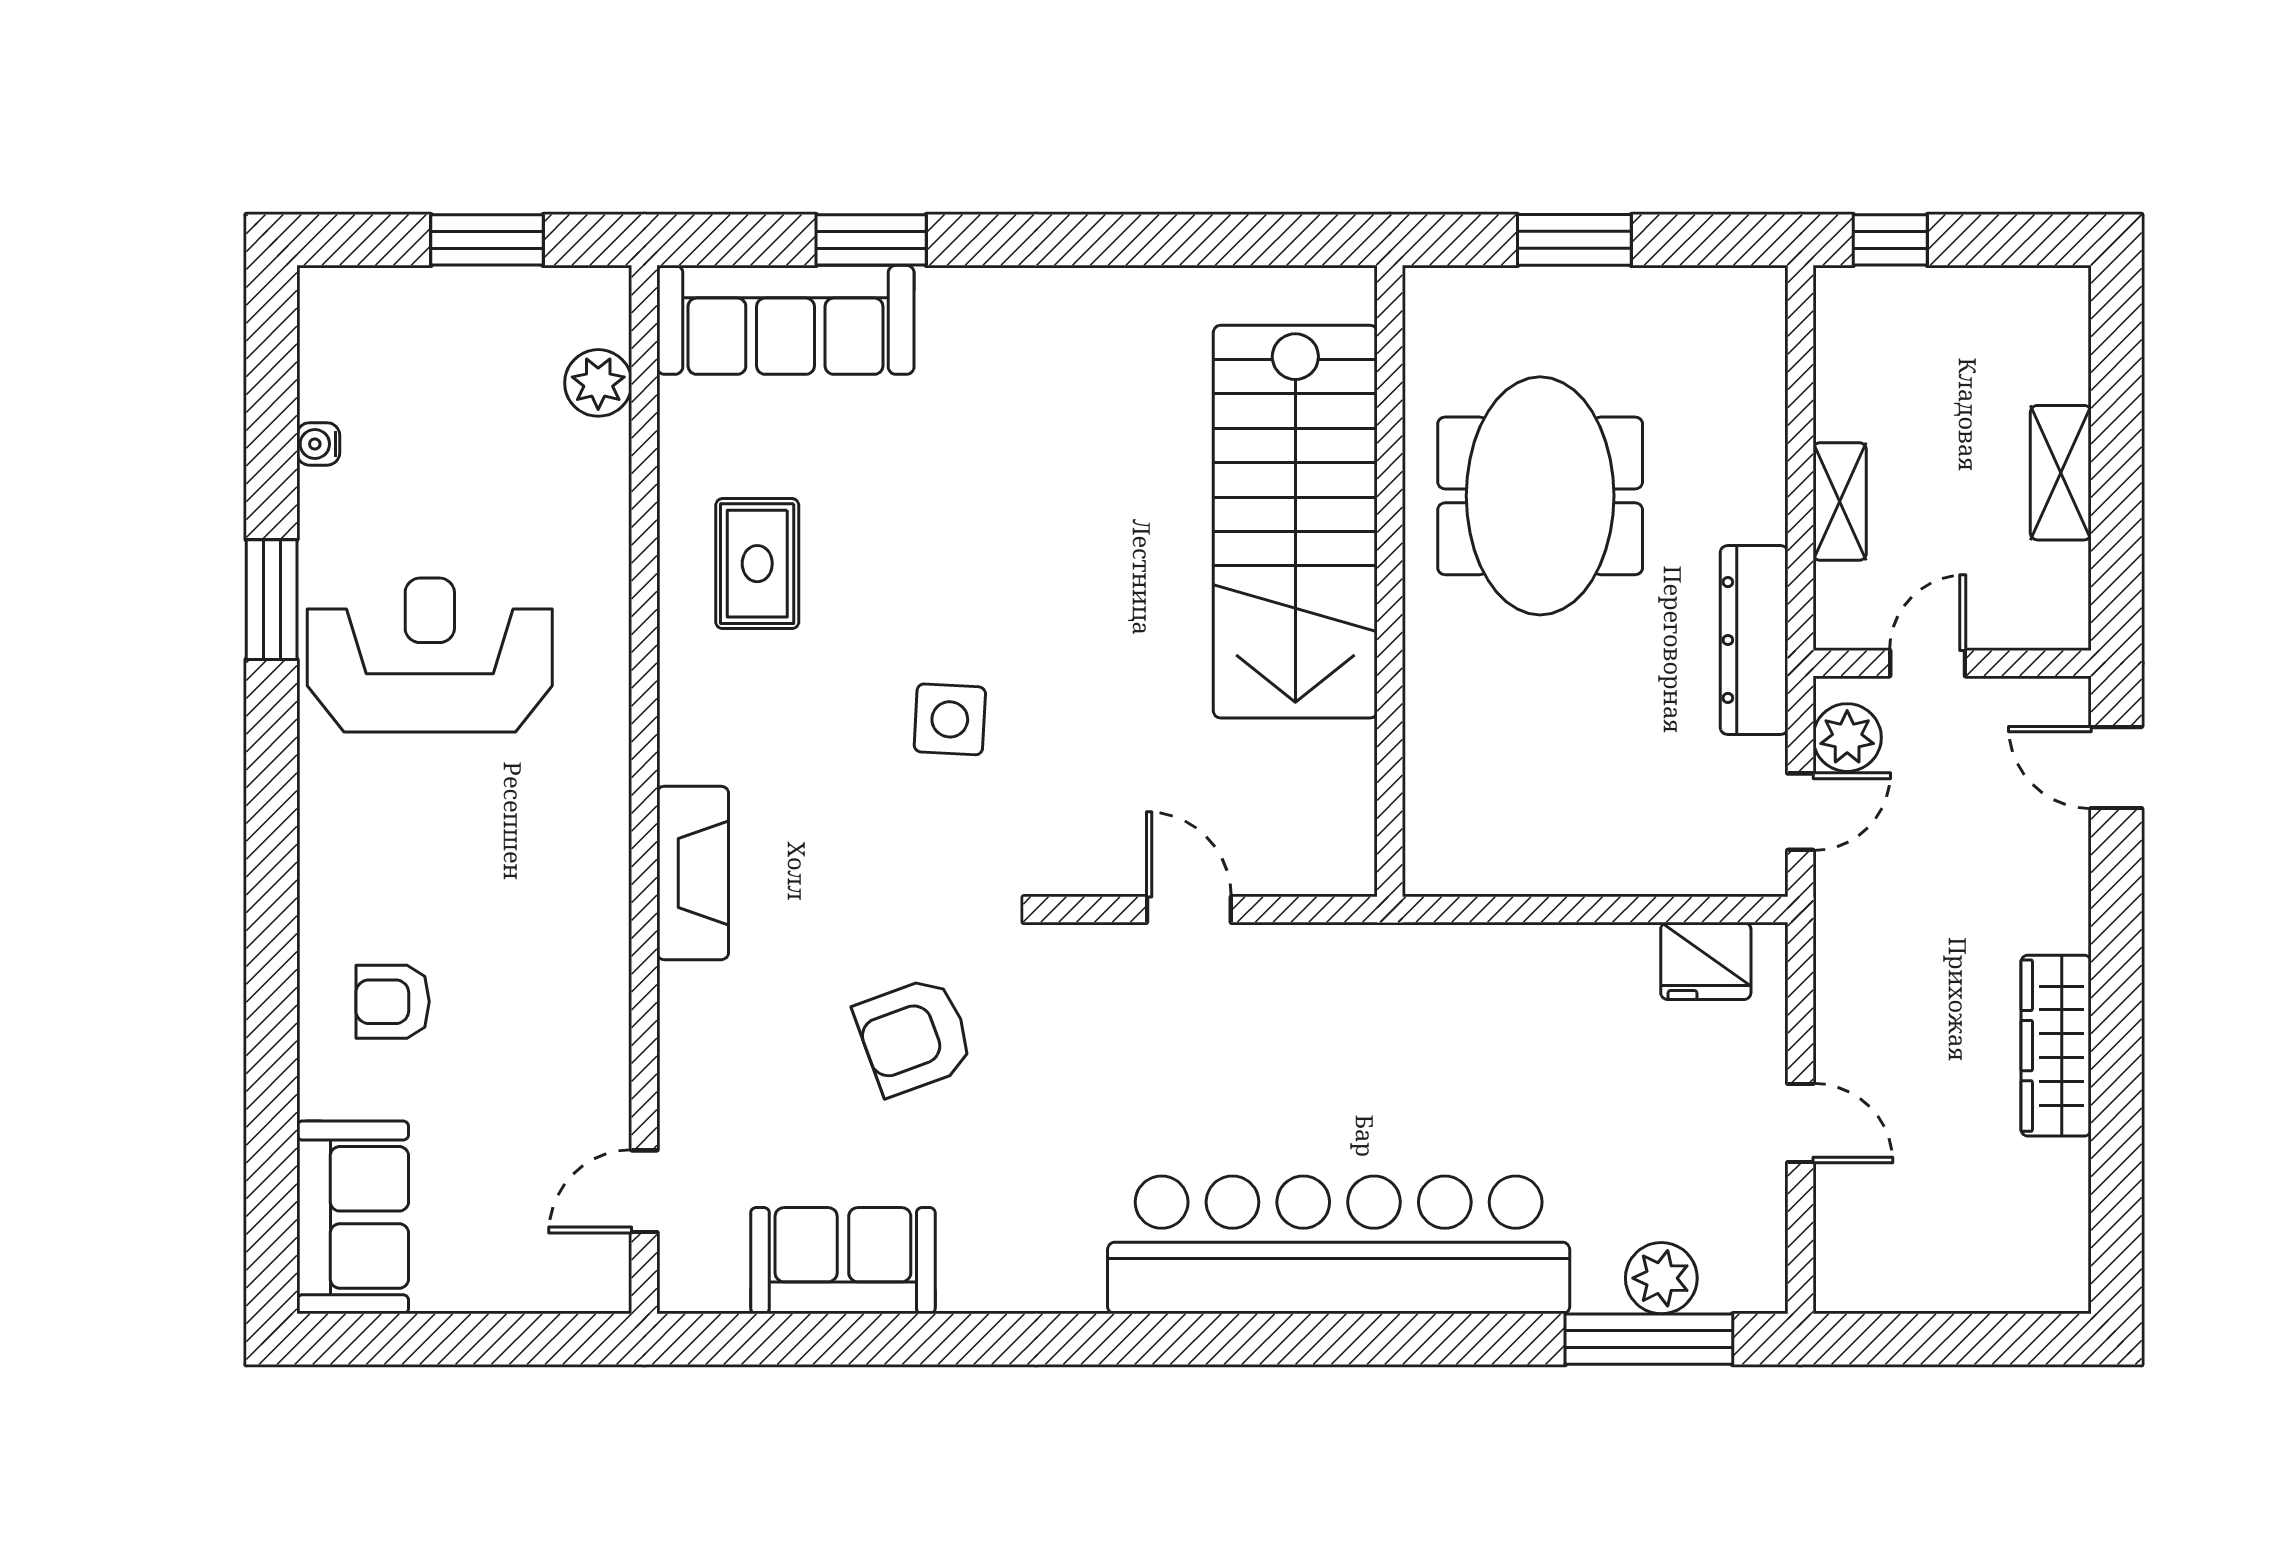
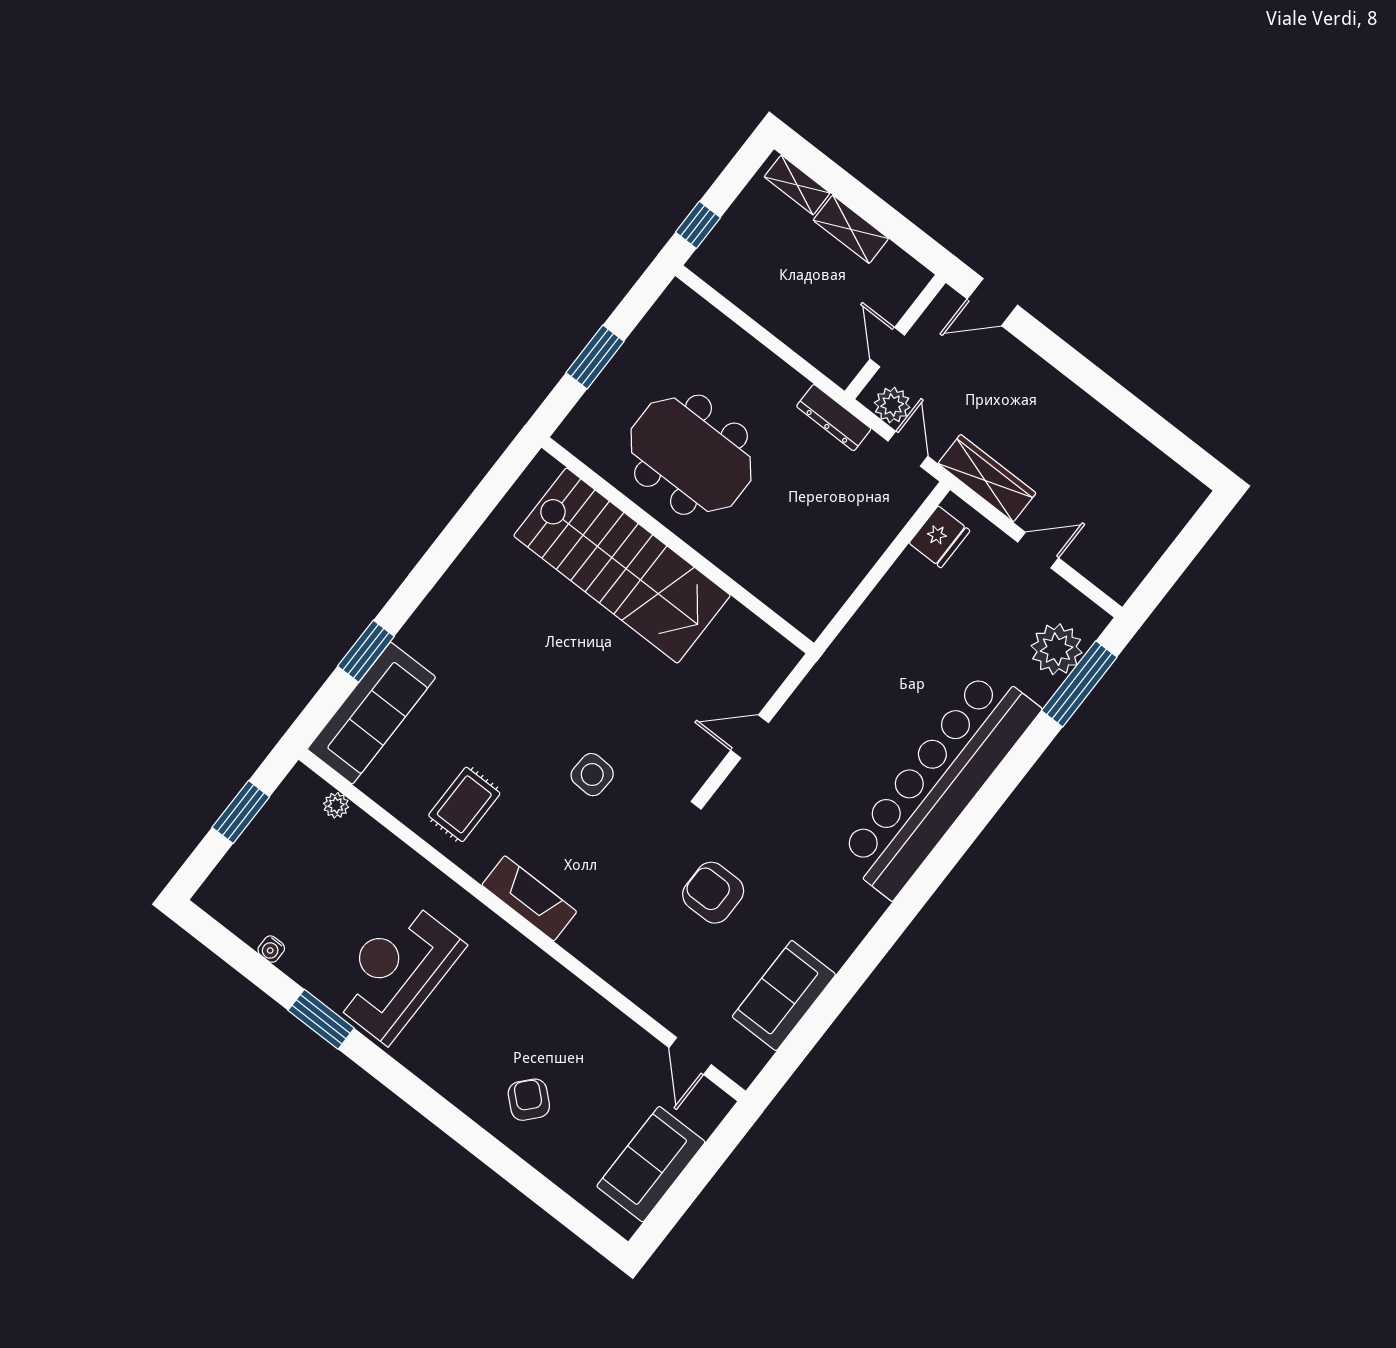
plant: (598, 383) -> (336, 805), width x0.73, depth x0.73
shelving: (1840, 502) -> (797, 185), moved
rug: (757, 564) -> (464, 804), turned 90
dresser: (1754, 640) -> (834, 418), width x0.73, depth x0.80
fireplace: (693, 873) -> (529, 898), moved
armchair: (393, 1002) -> (529, 1100), turned 132
armchair: (914, 1036) -> (713, 893), turned 110
wardrobe: (2056, 1046) -> (987, 478), moved, turned 180
sofa: (353, 1217) -> (651, 1164), moved, turned -90
plant: (1661, 1278) -> (1057, 649), width x1.36, depth x1.36

